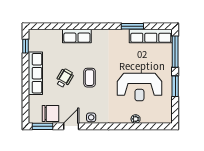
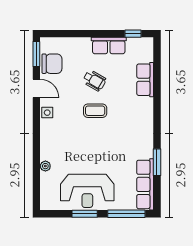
row of seats: (77, 36) -> (145, 80), moved
row of seats: (35, 73) -> (109, 45), width x0.68
reception desk: (139, 87) -> (87, 191), moved, turned -90
chair: (51, 113) -> (52, 64), turned -90

